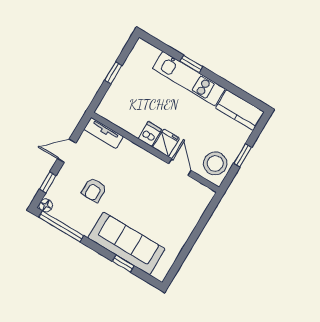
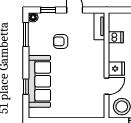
dishwasher: (150, 134) -> (116, 37), moved
window: (61, 226) -> (26, 35), width x0.69

